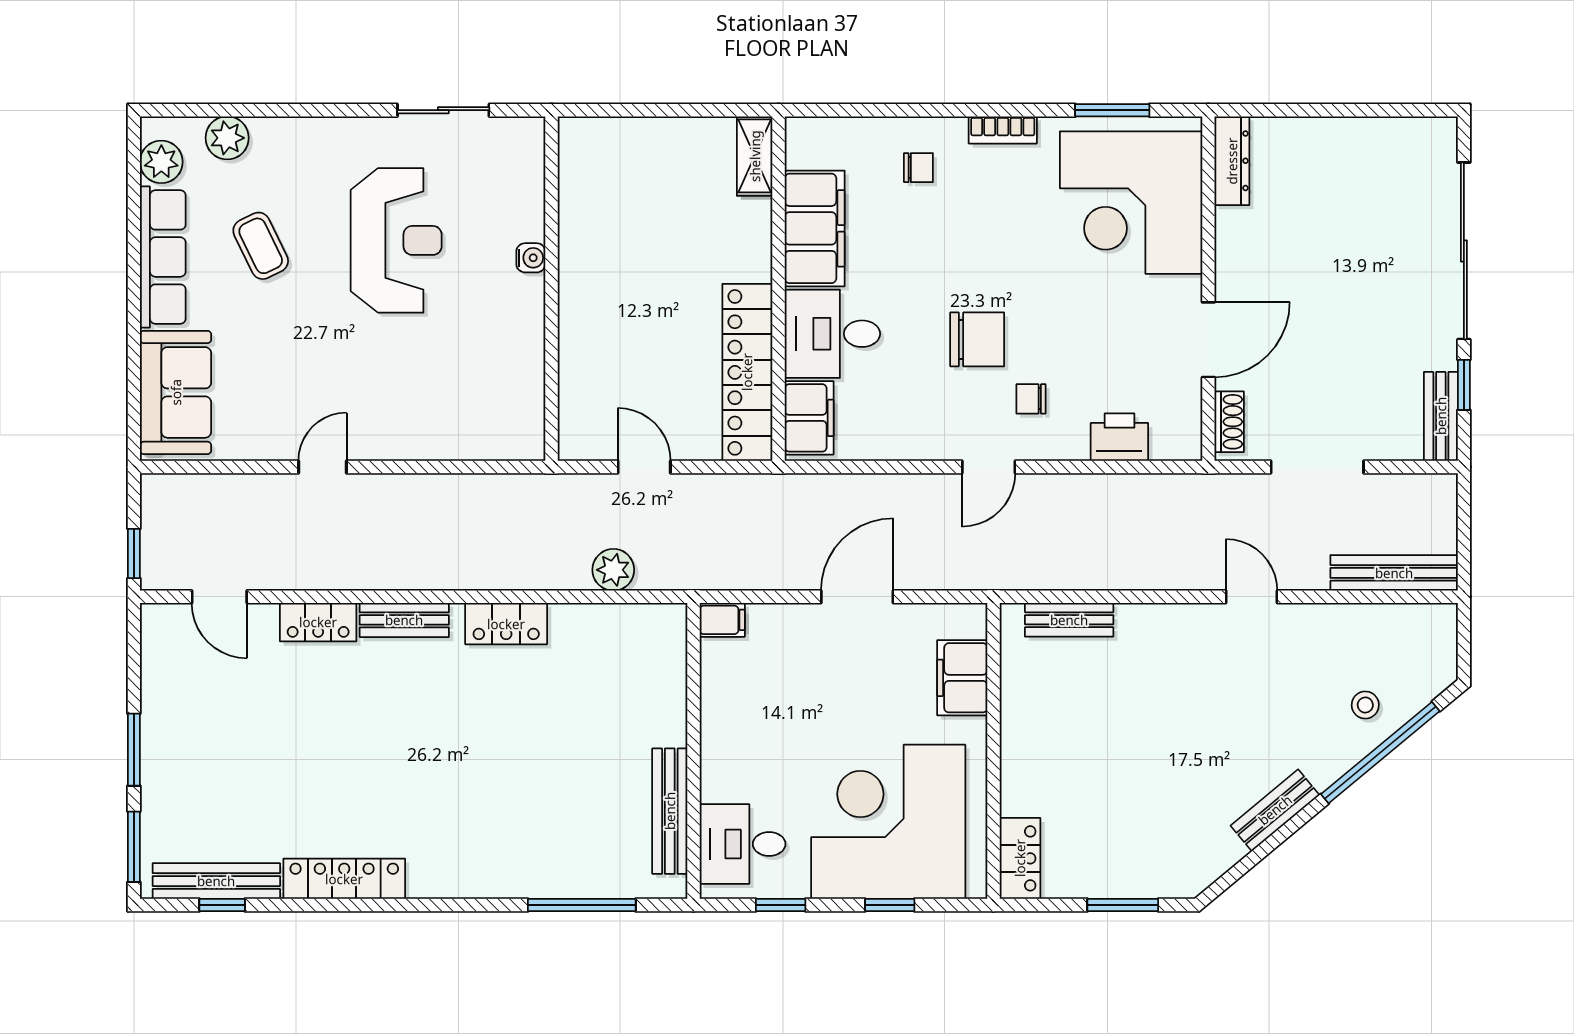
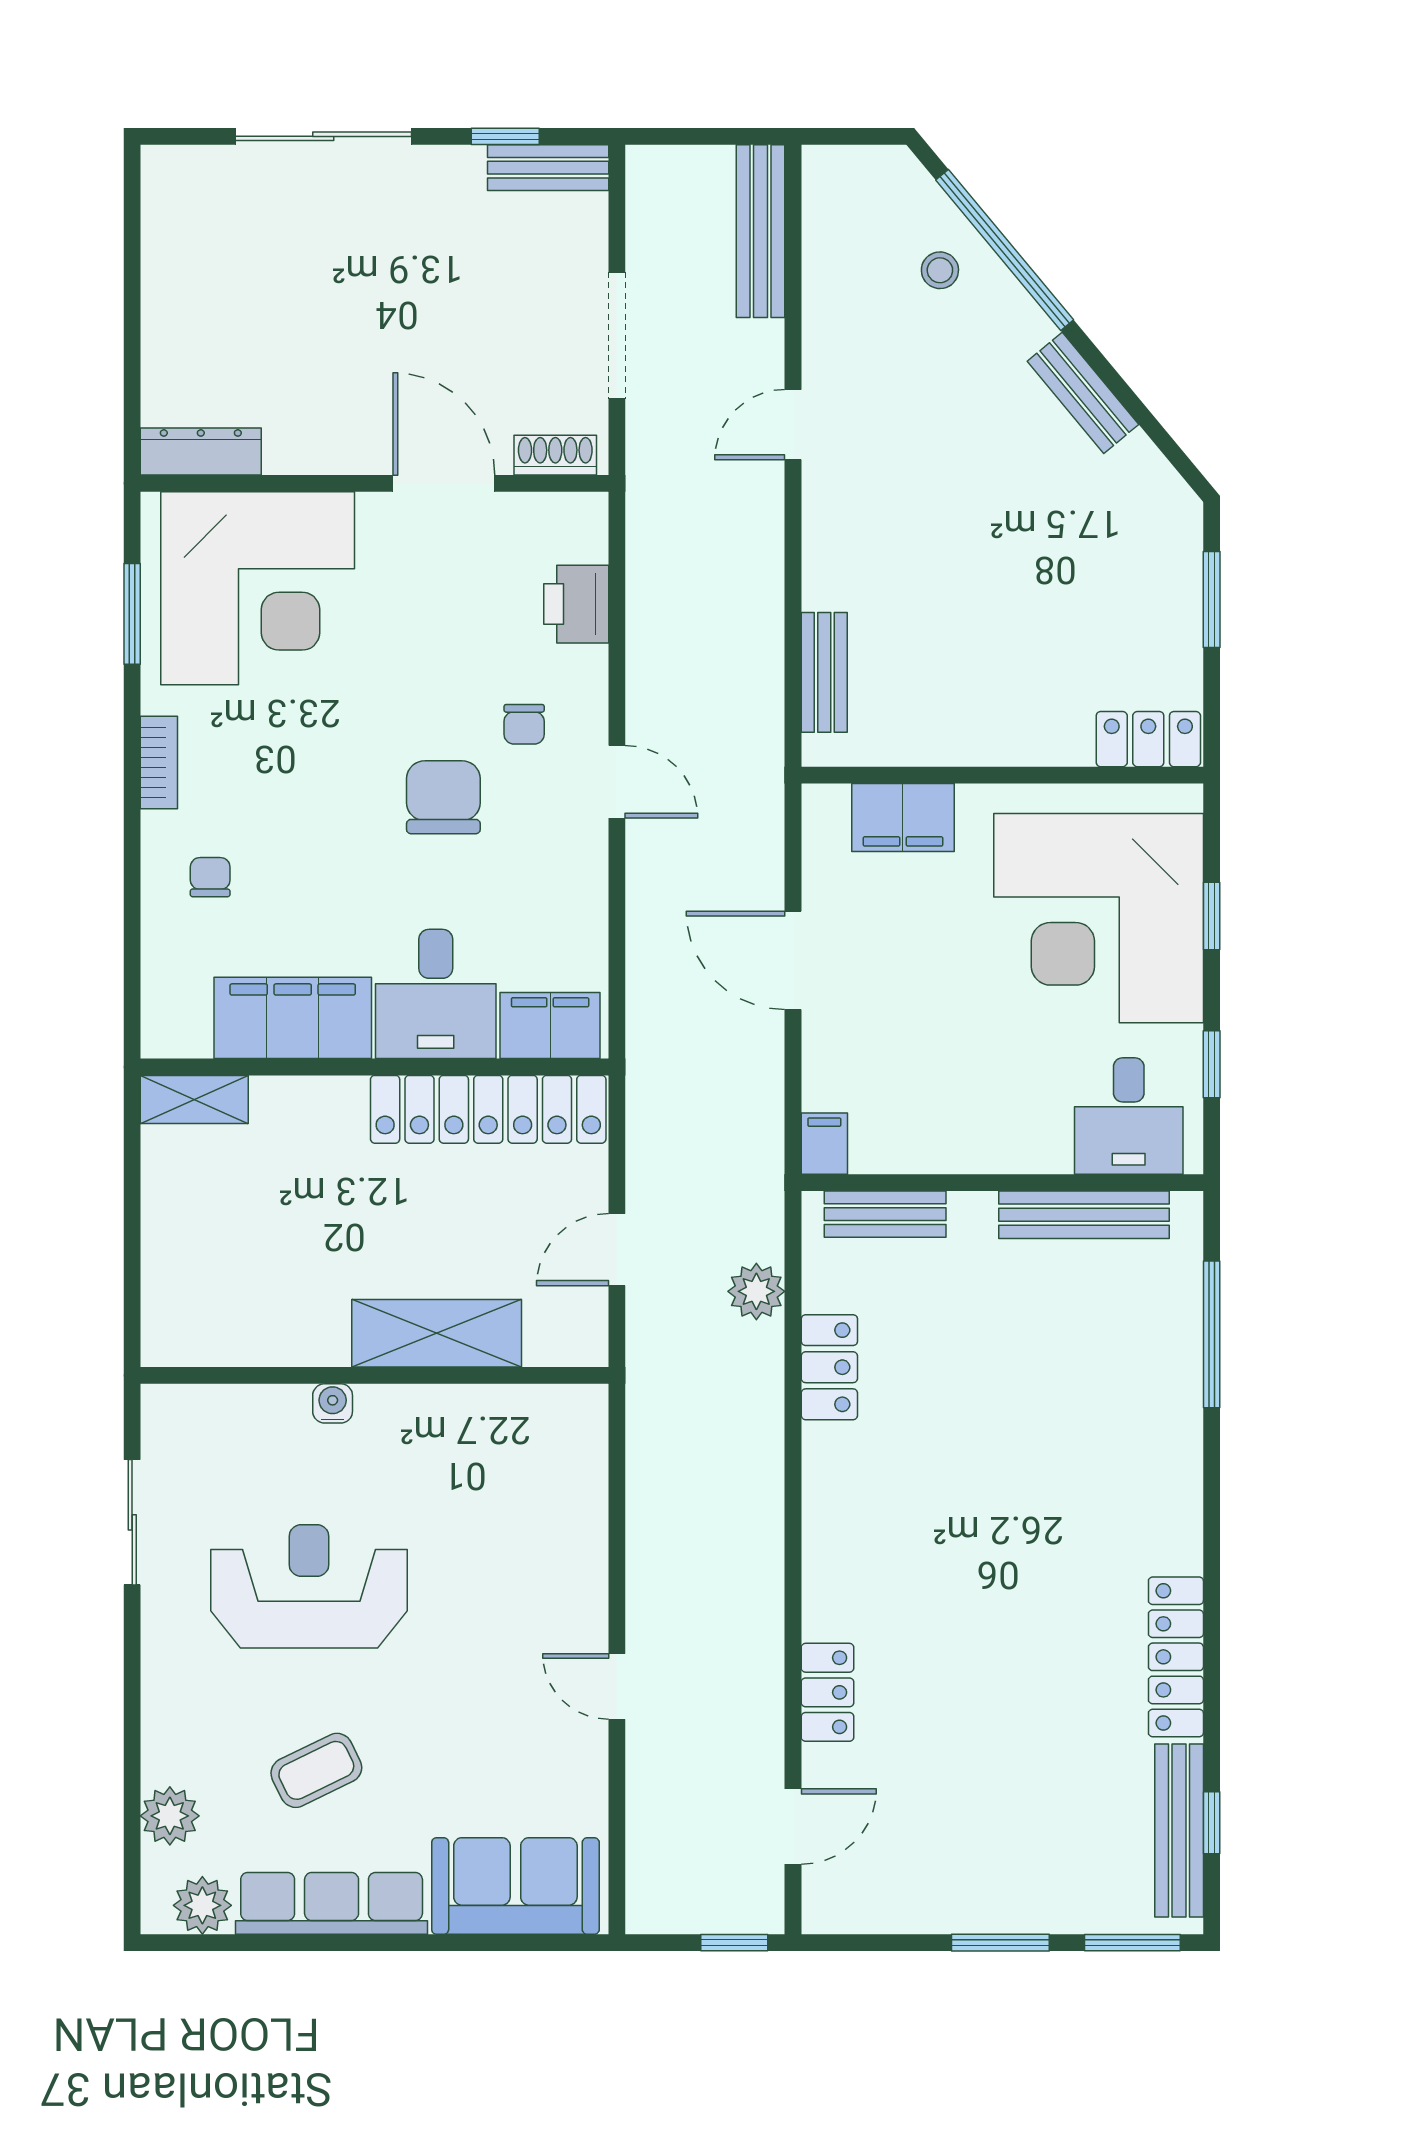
sliding door: (1464, 251) -> (323, 136), width x0.73
shelving: (583, 334) -> (437, 1333), added
bench: (404, 620) -> (885, 1214), moved, turned 90
locker: (506, 624) -> (829, 1367), moved

